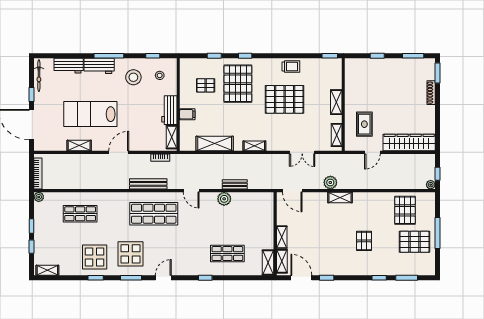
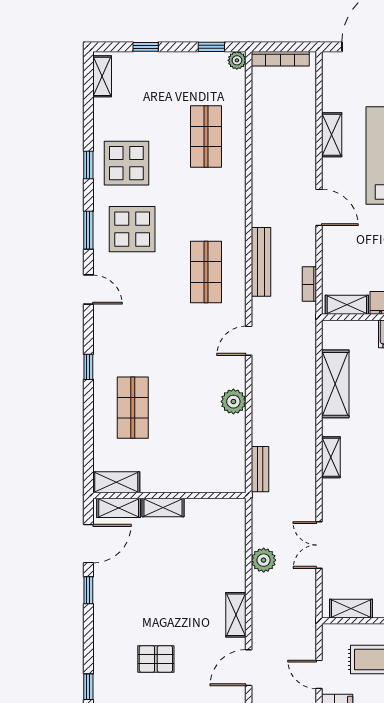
plant: (330, 182) -> (264, 560), moved
bench: (235, 184) -> (260, 469), moved
door: (292, 191) -> (249, 668), moved
shop shelf: (154, 214) -> (206, 272), width x0.70, depth x0.74
window: (31, 226) -> (211, 47), moved

